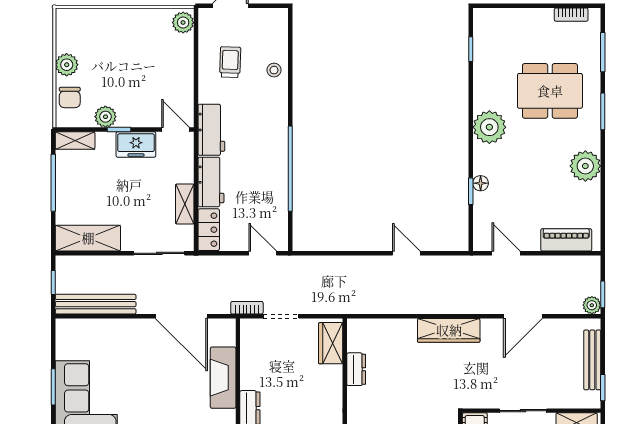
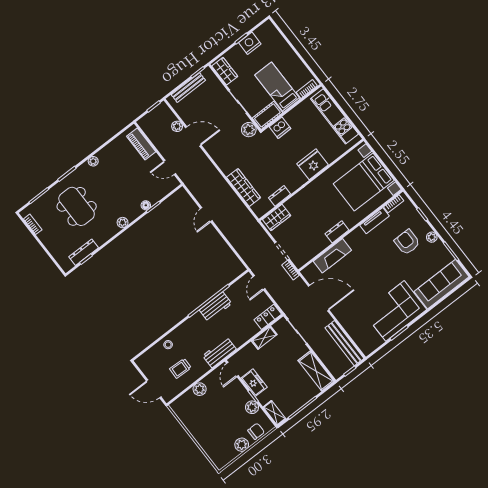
plant: (183, 23) -> (200, 389), moved
dresser: (482, 53) -> (84, 252), added
plant: (489, 127) -> (123, 223), width x0.53, depth x0.53
plant: (585, 166) -> (93, 161), width x0.53, depth x0.53
workbench: (211, 182) -> (216, 307), moved, turned 180
door: (506, 253) -> (170, 167), hinge flipped
plant: (592, 305) -> (177, 126), moved
door: (181, 316) -> (319, 298), hinge flipped
wardrobe: (449, 330) -> (244, 187), moved
plant: (475, 396) -> (249, 130), added

